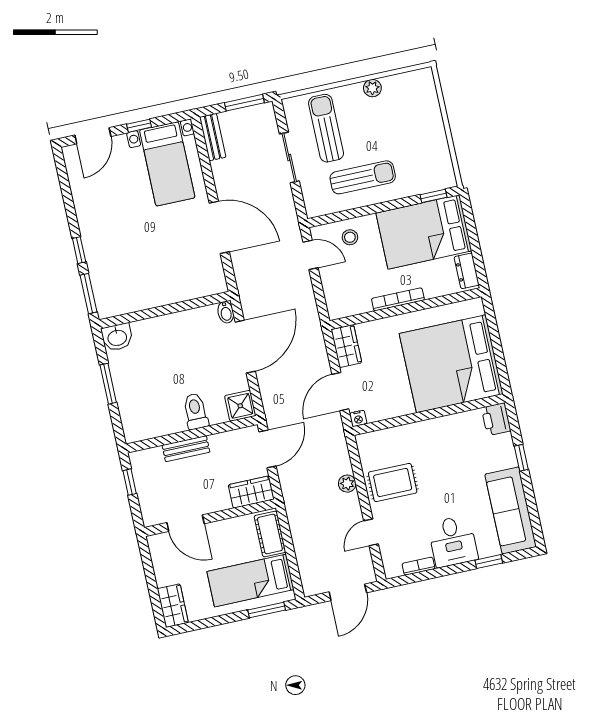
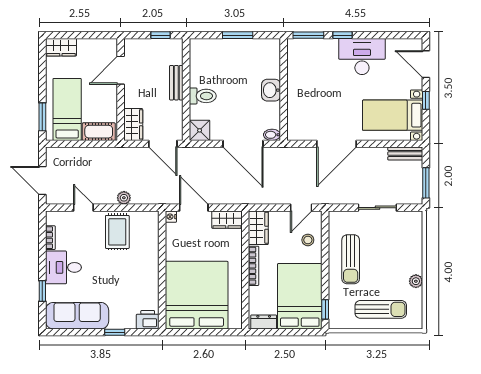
sun lounger: (326, 128) -> (381, 309), moved
desk: (101, 219) -> (362, 56), added
wardrobe: (348, 304) -> (258, 228), added
washbasin: (117, 337) -> (271, 90), moved

